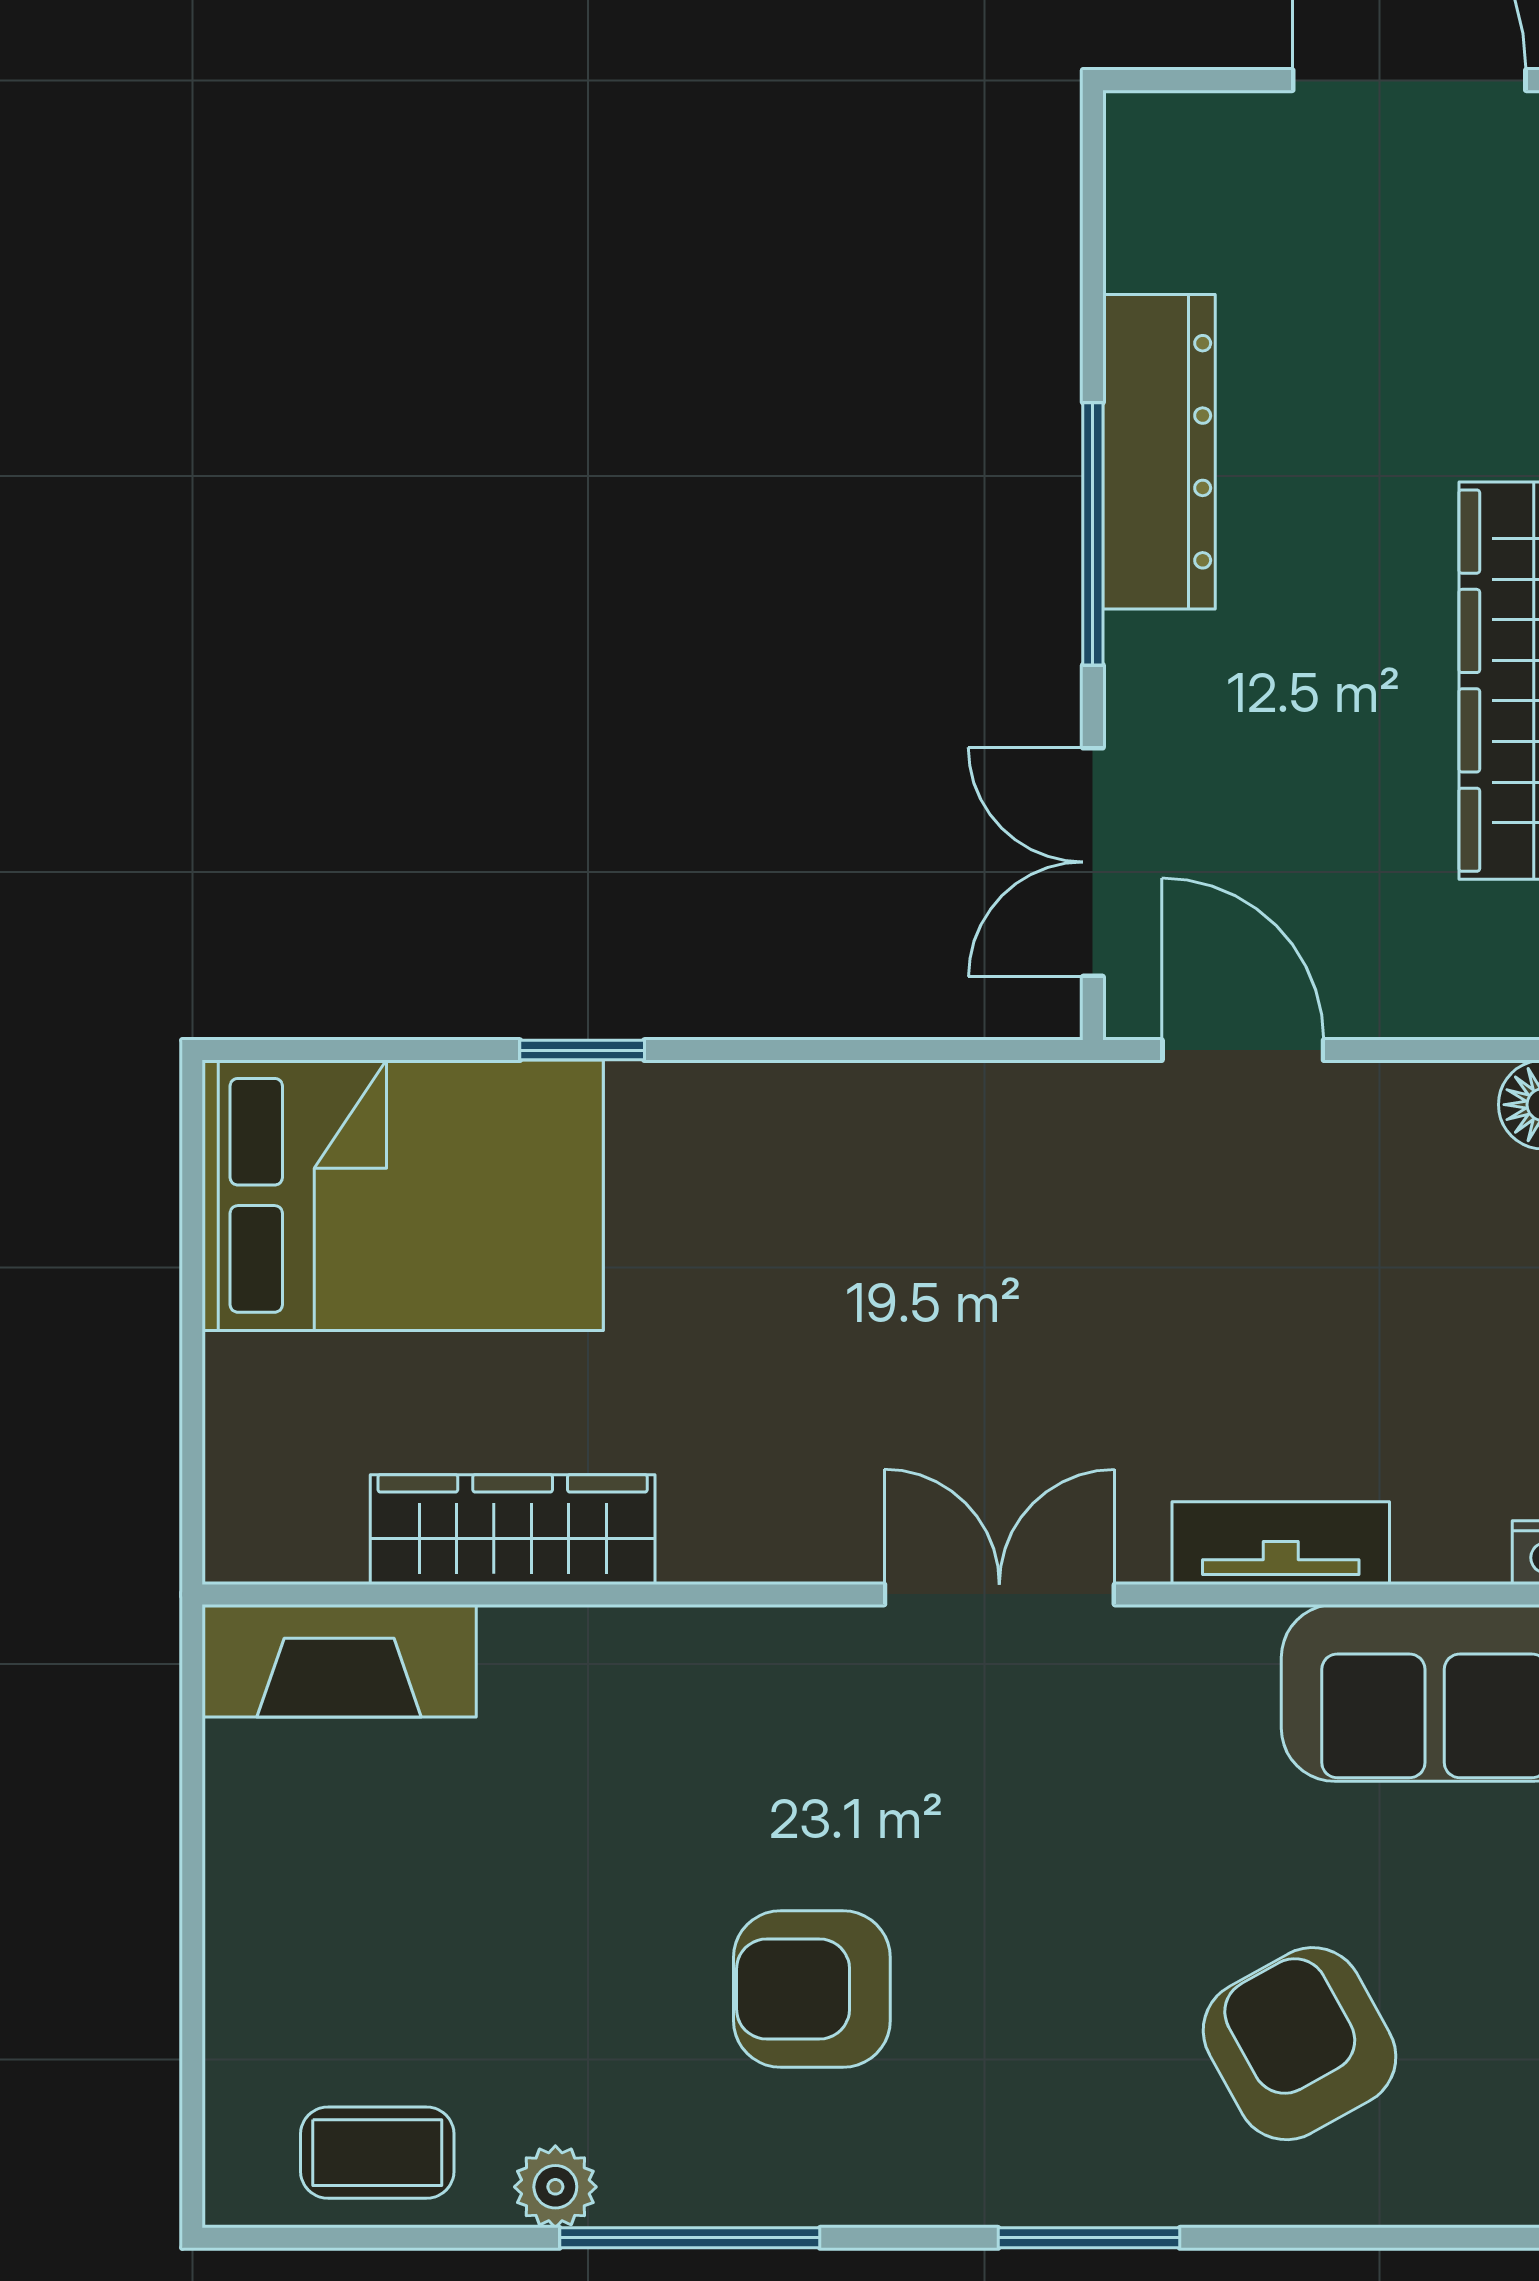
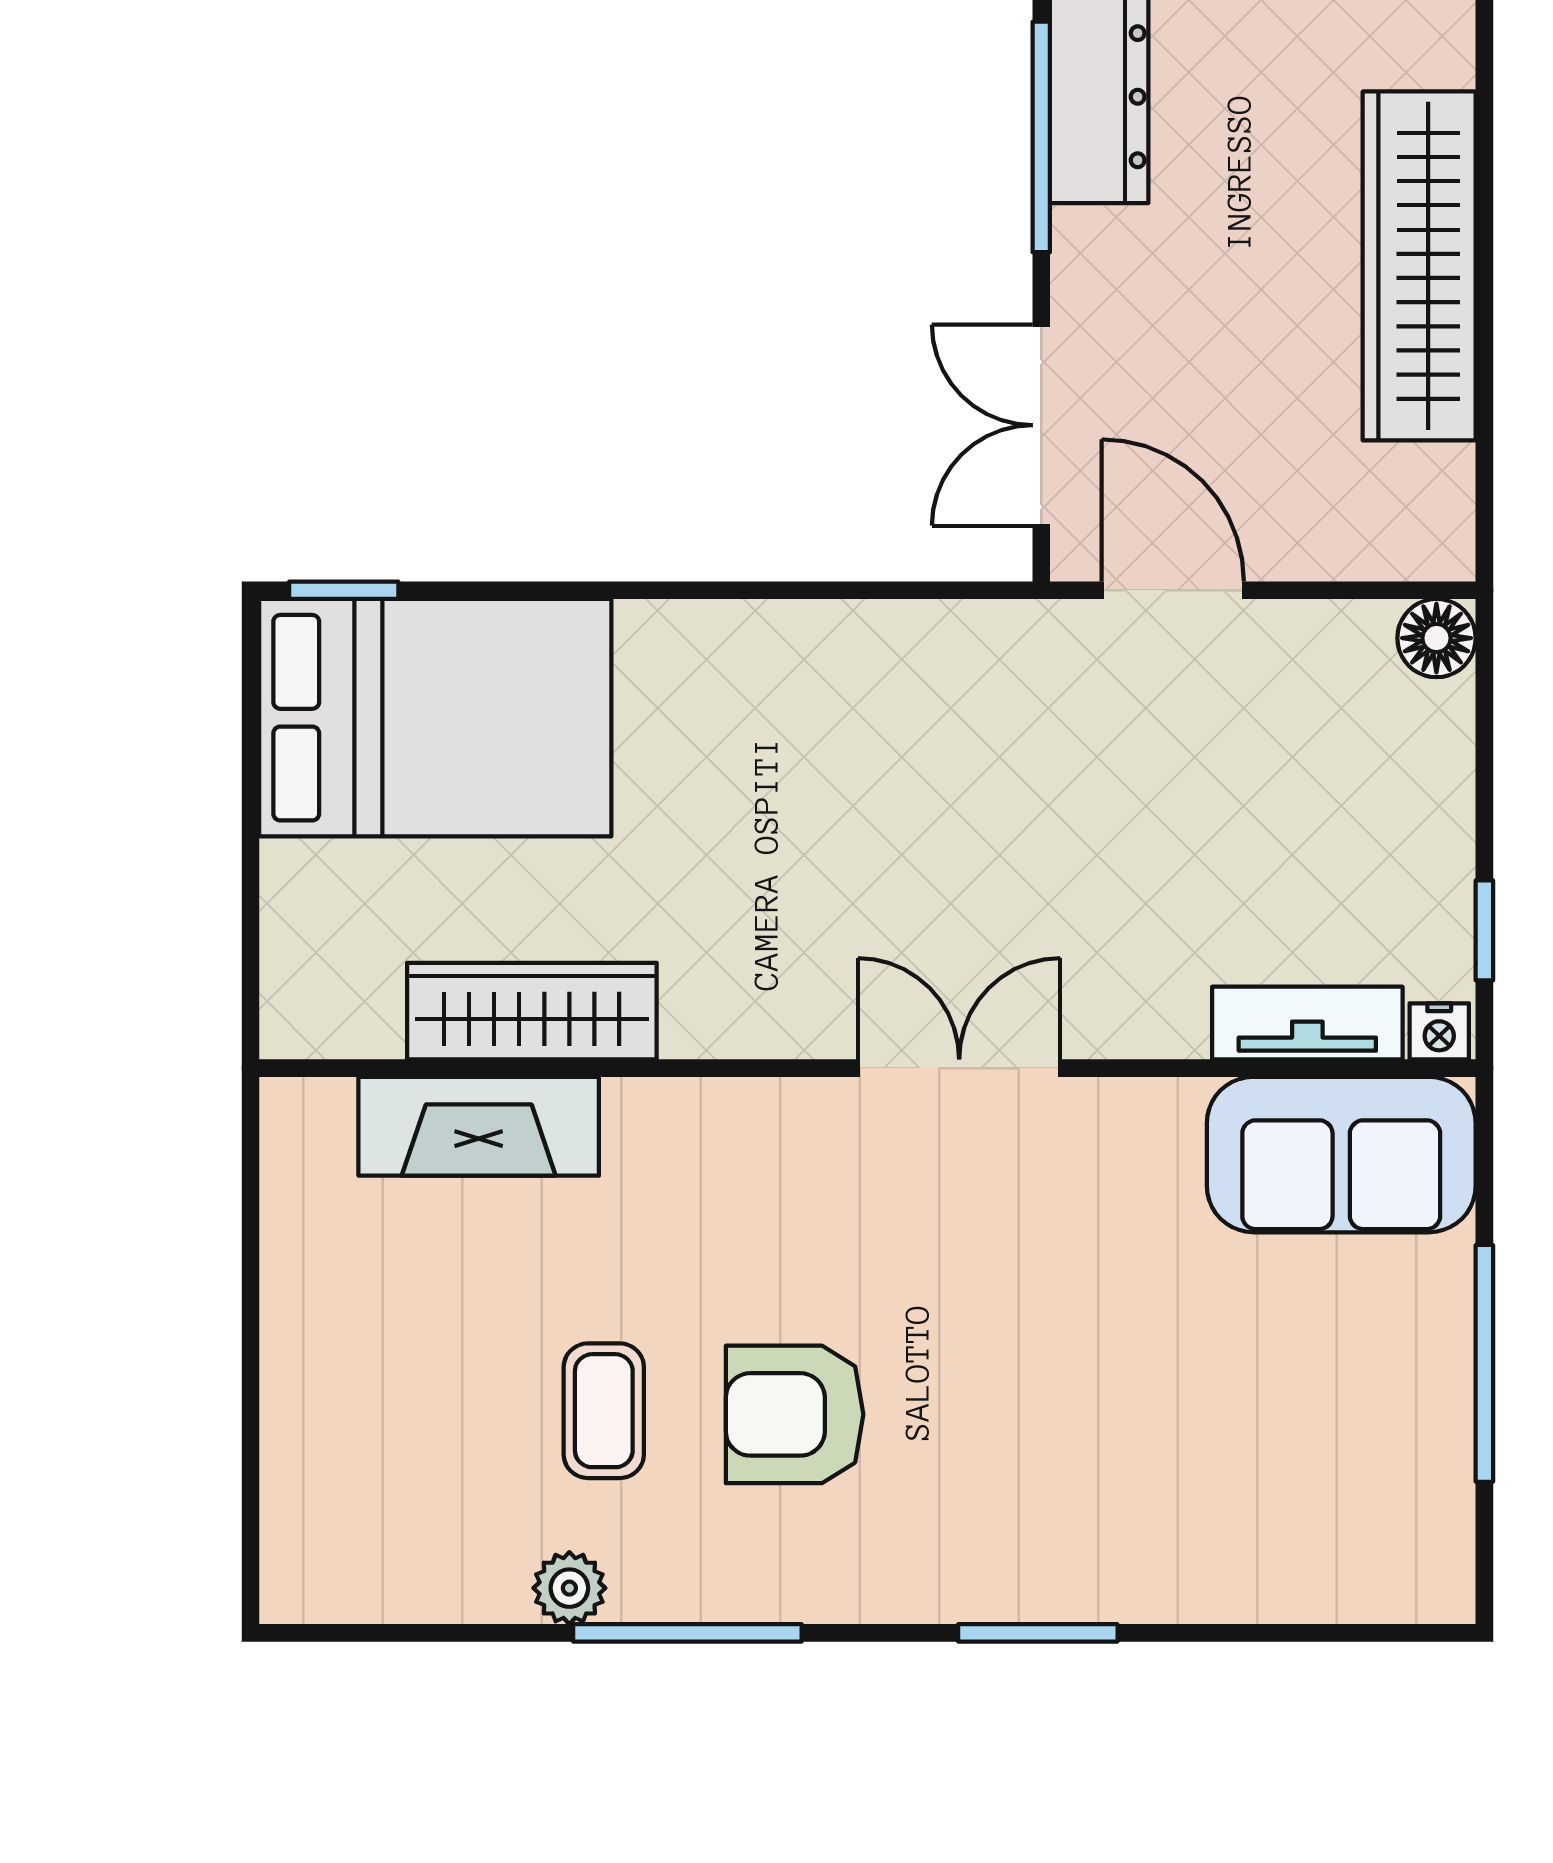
window: (582, 1050) -> (344, 590), moved
tv unit: (1281, 1543) -> (1307, 1023), moved
fireplace: (339, 1661) -> (479, 1126), moved
armchair: (1300, 2044) -> (1223, 1462), removed
coffee table: (377, 2153) -> (604, 1411), moved, turned 90

